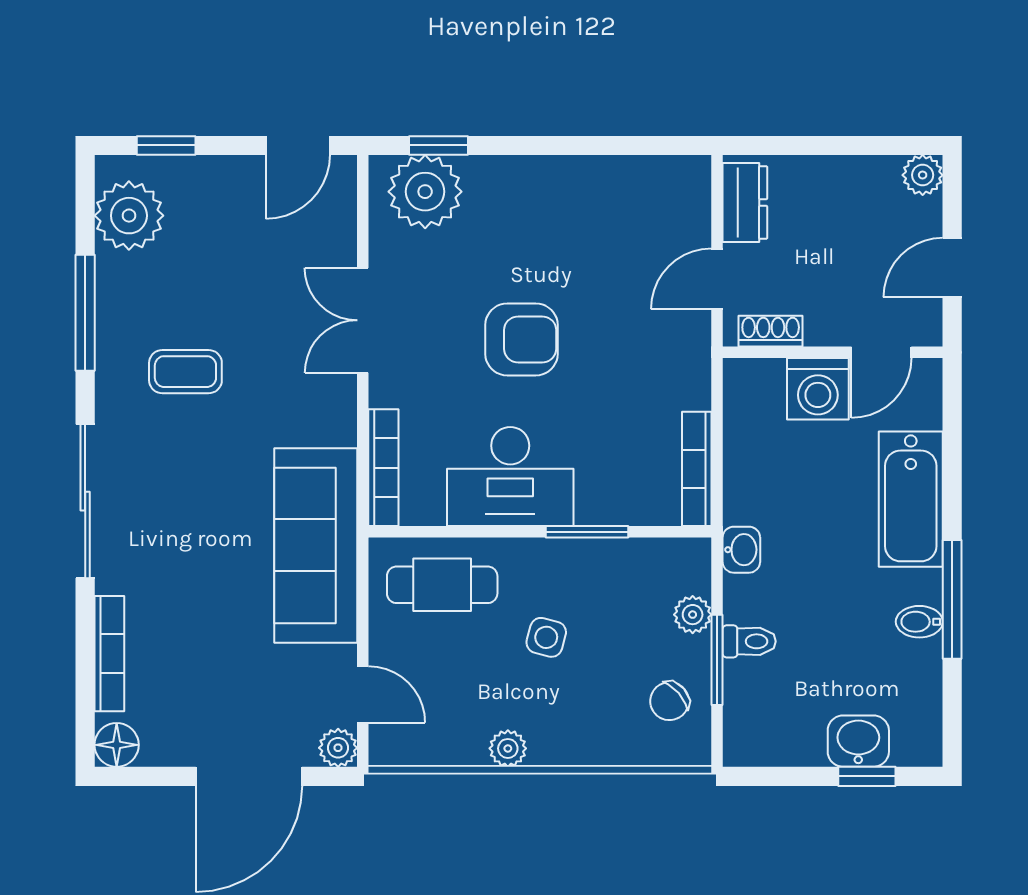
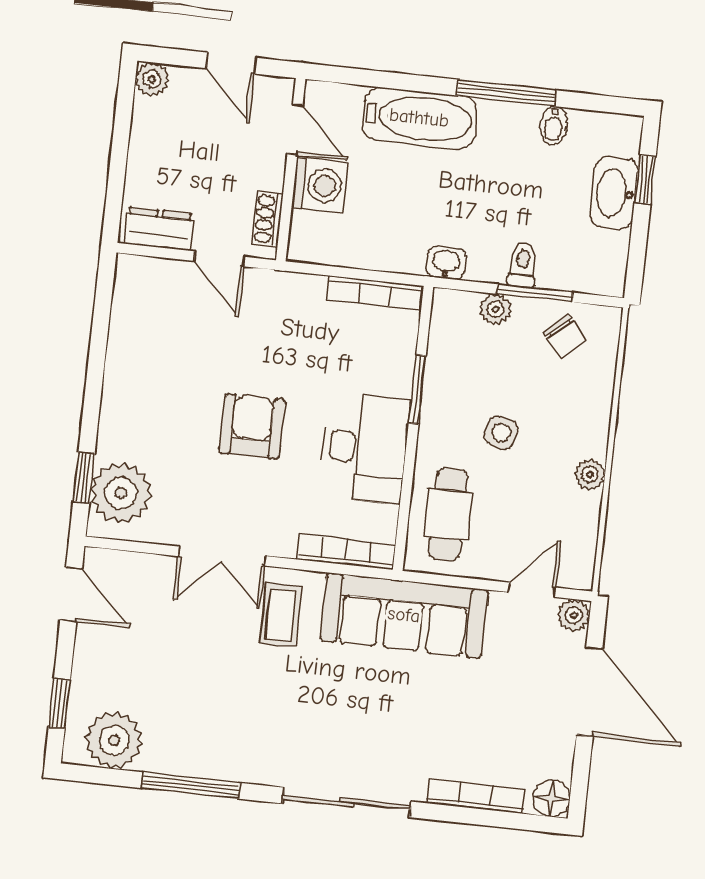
coffee table: (185, 372) -> (281, 615), moved
bidet: (919, 622) -> (553, 126), moved
washbasin: (858, 741) -> (614, 193), width x1.38

